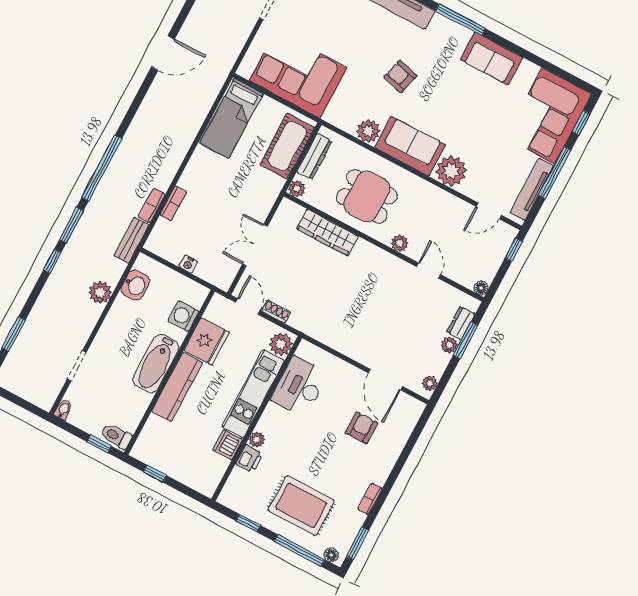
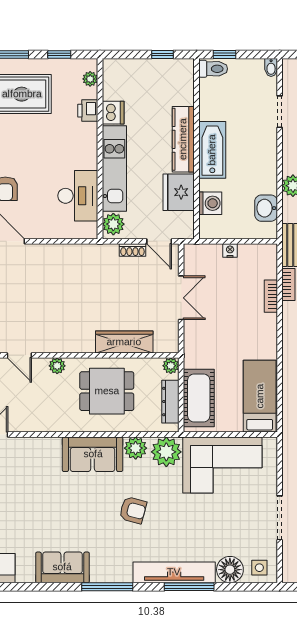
plant: (451, 171) -> (166, 452), moved
plant: (257, 440) -> (90, 79), moved

